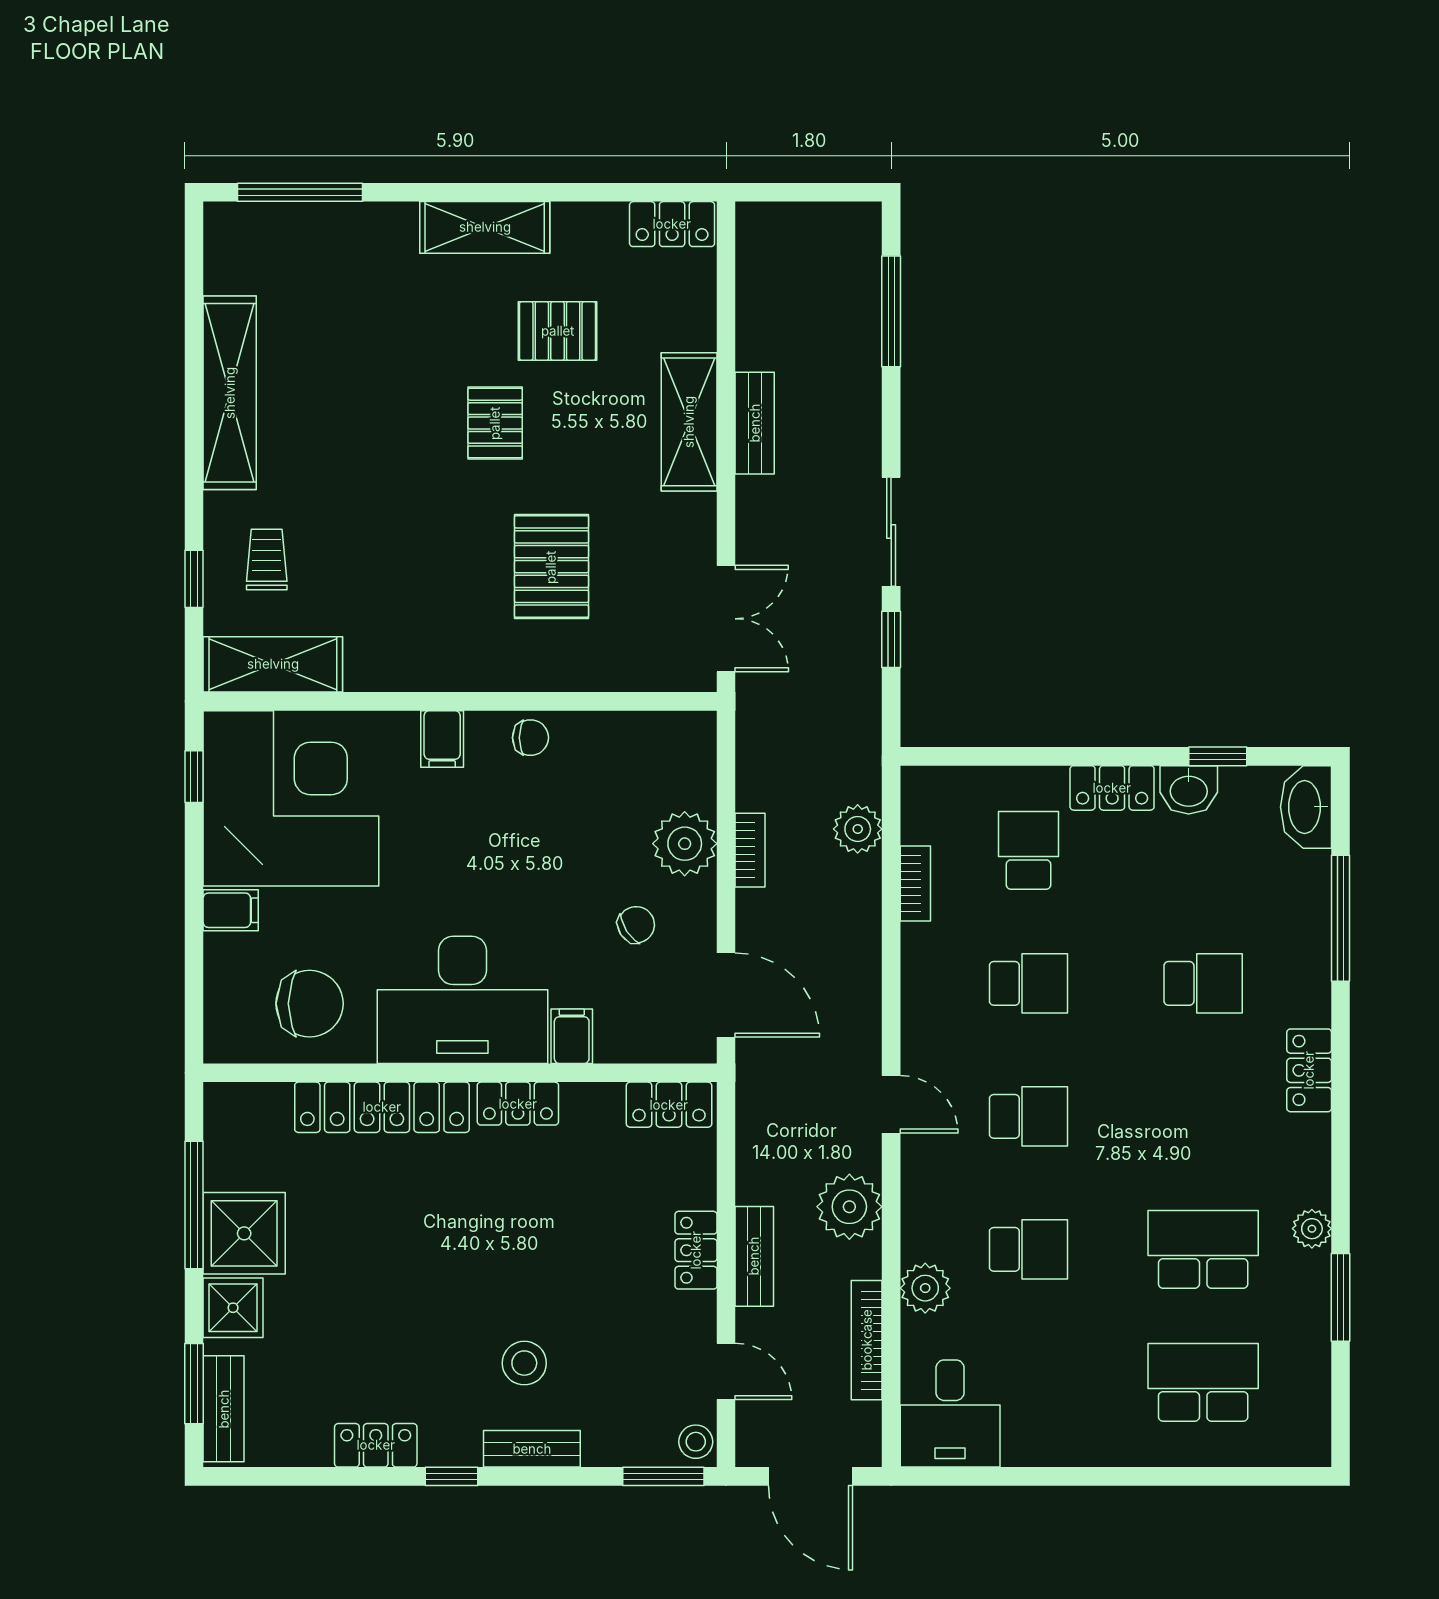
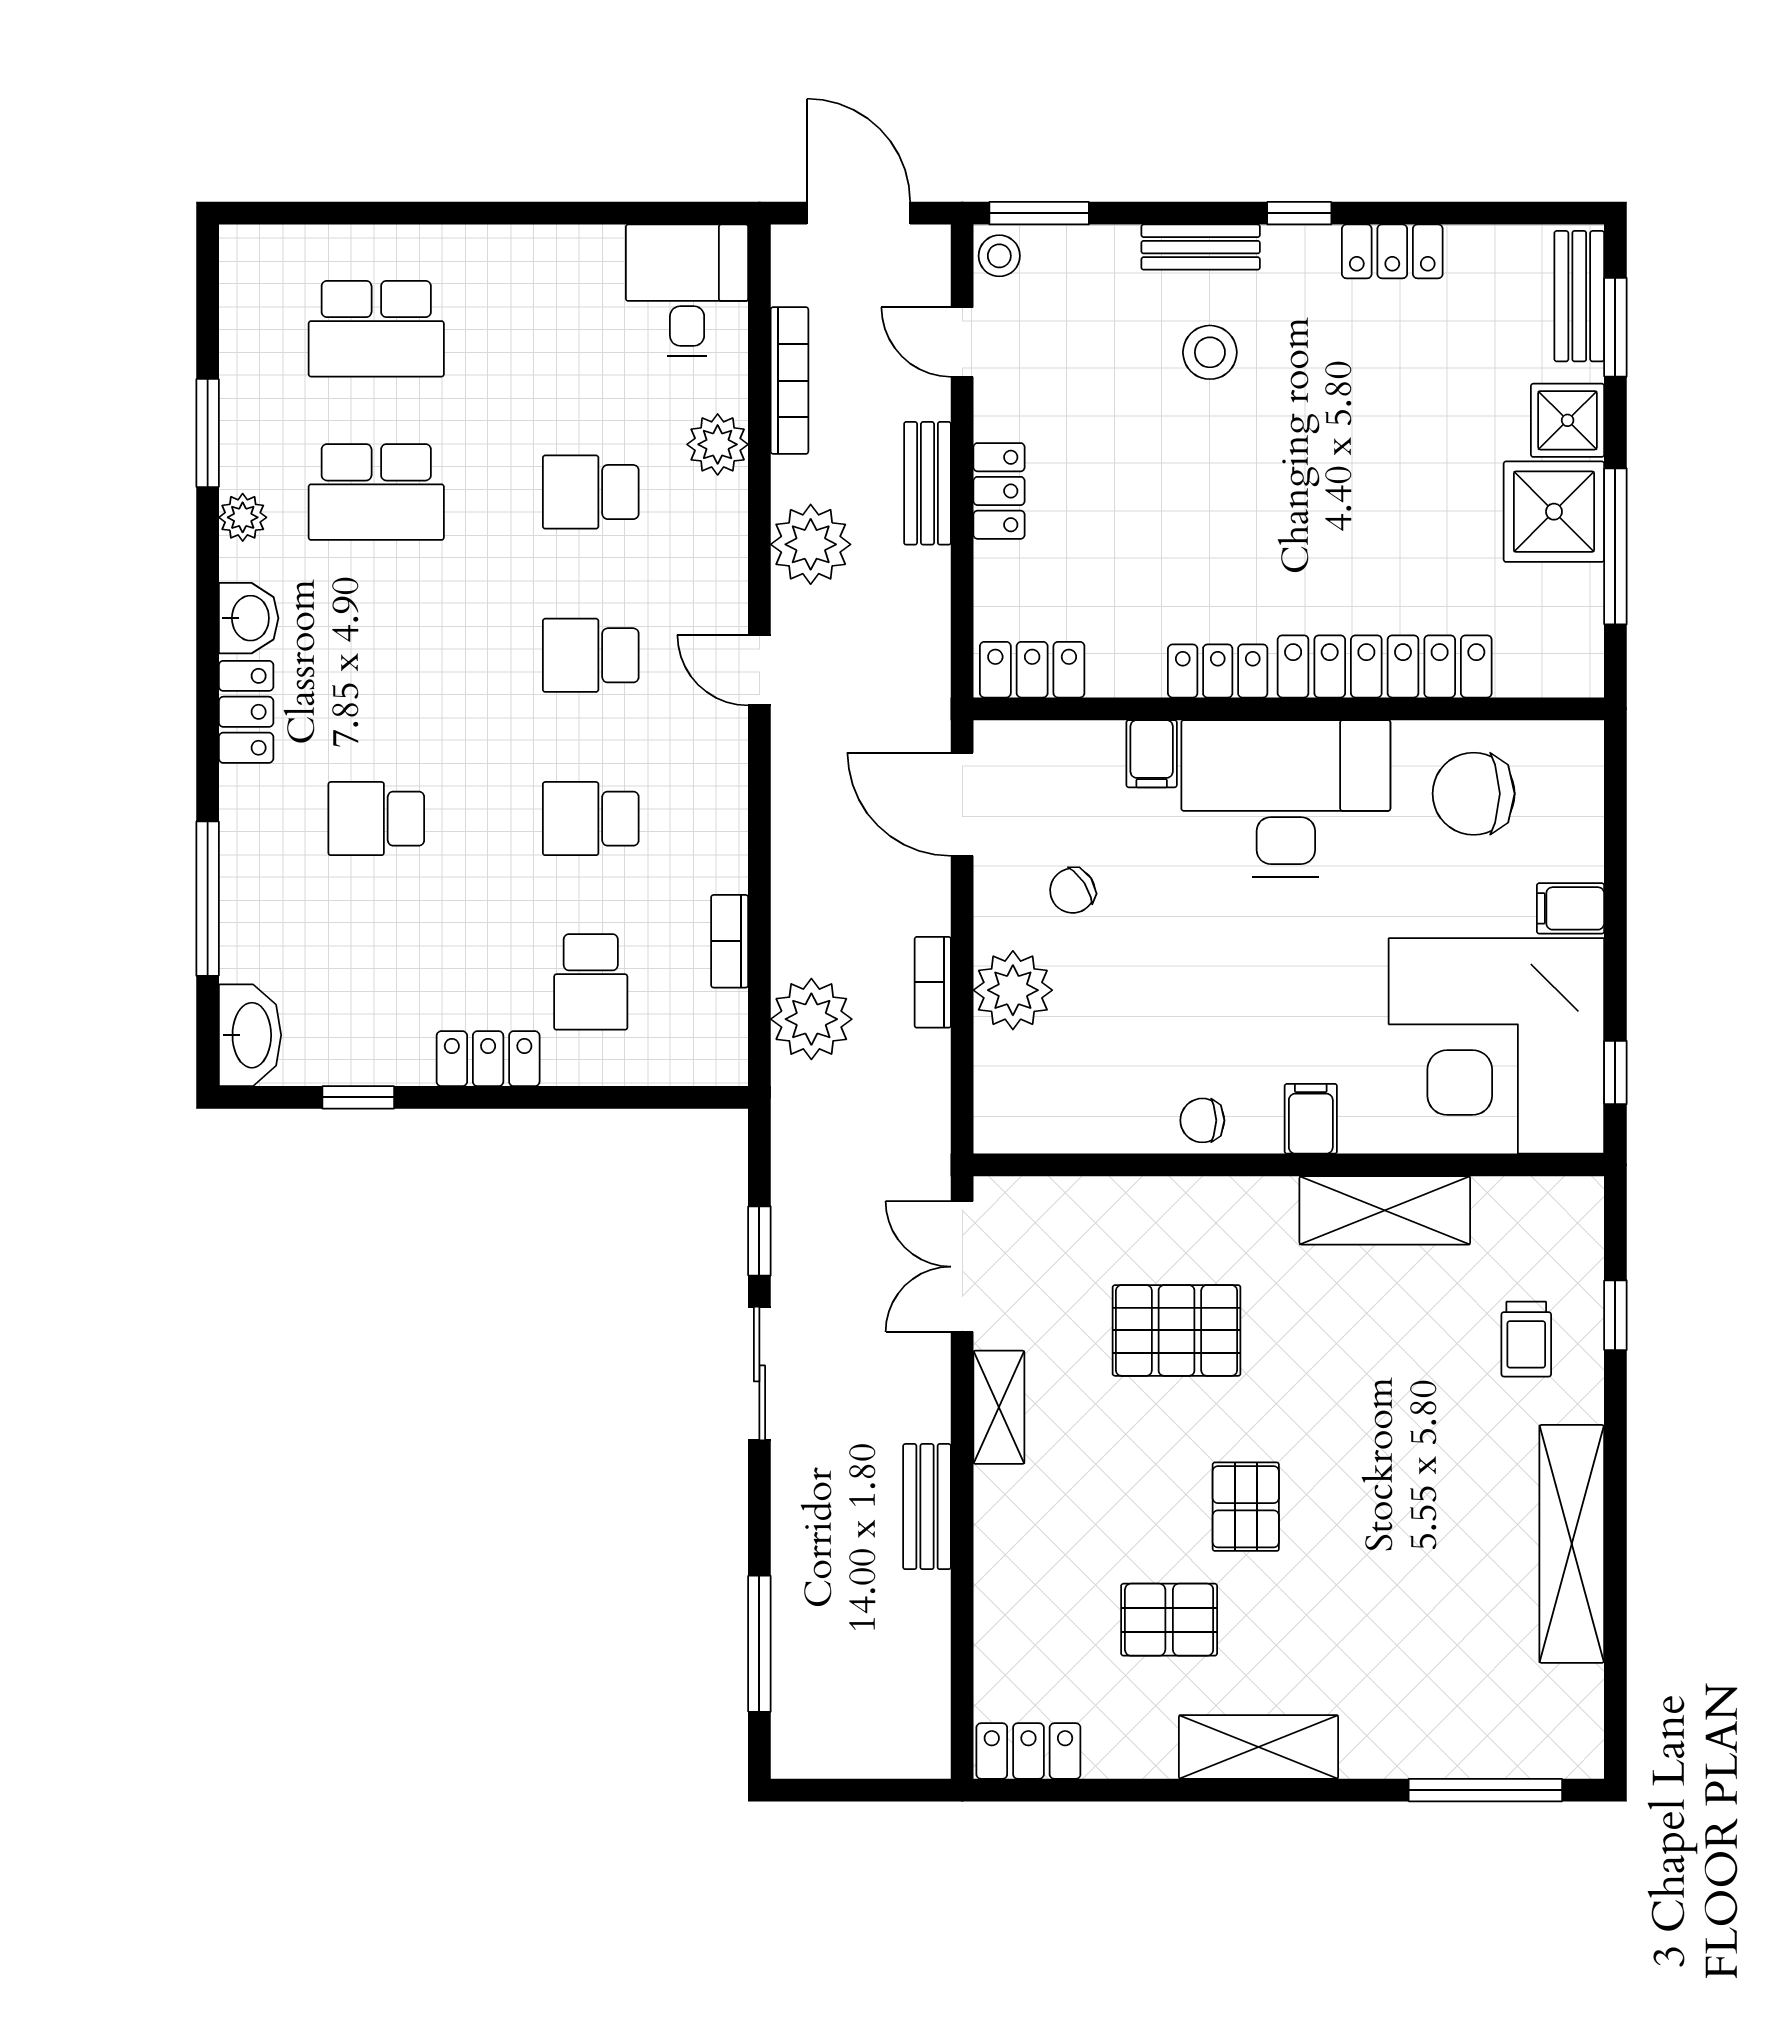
shelving: (689, 422) -> (999, 1407), moved, width x0.67, depth x0.75
pallet: (551, 567) -> (1177, 1330), turned 90
shelving: (273, 664) -> (1385, 1210), moved
washbasin: (1189, 790) -> (249, 618), moved, turned 90
plant: (858, 829) -> (811, 1019), width x1.36, depth x1.36

